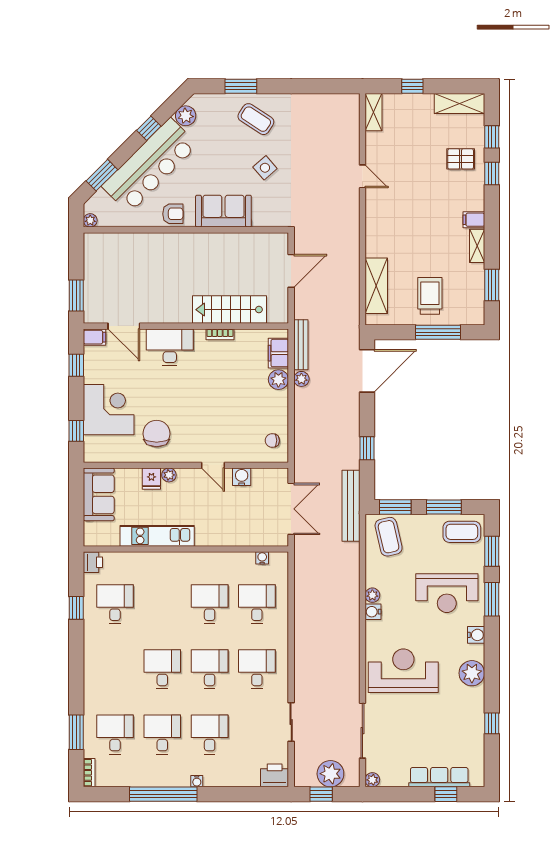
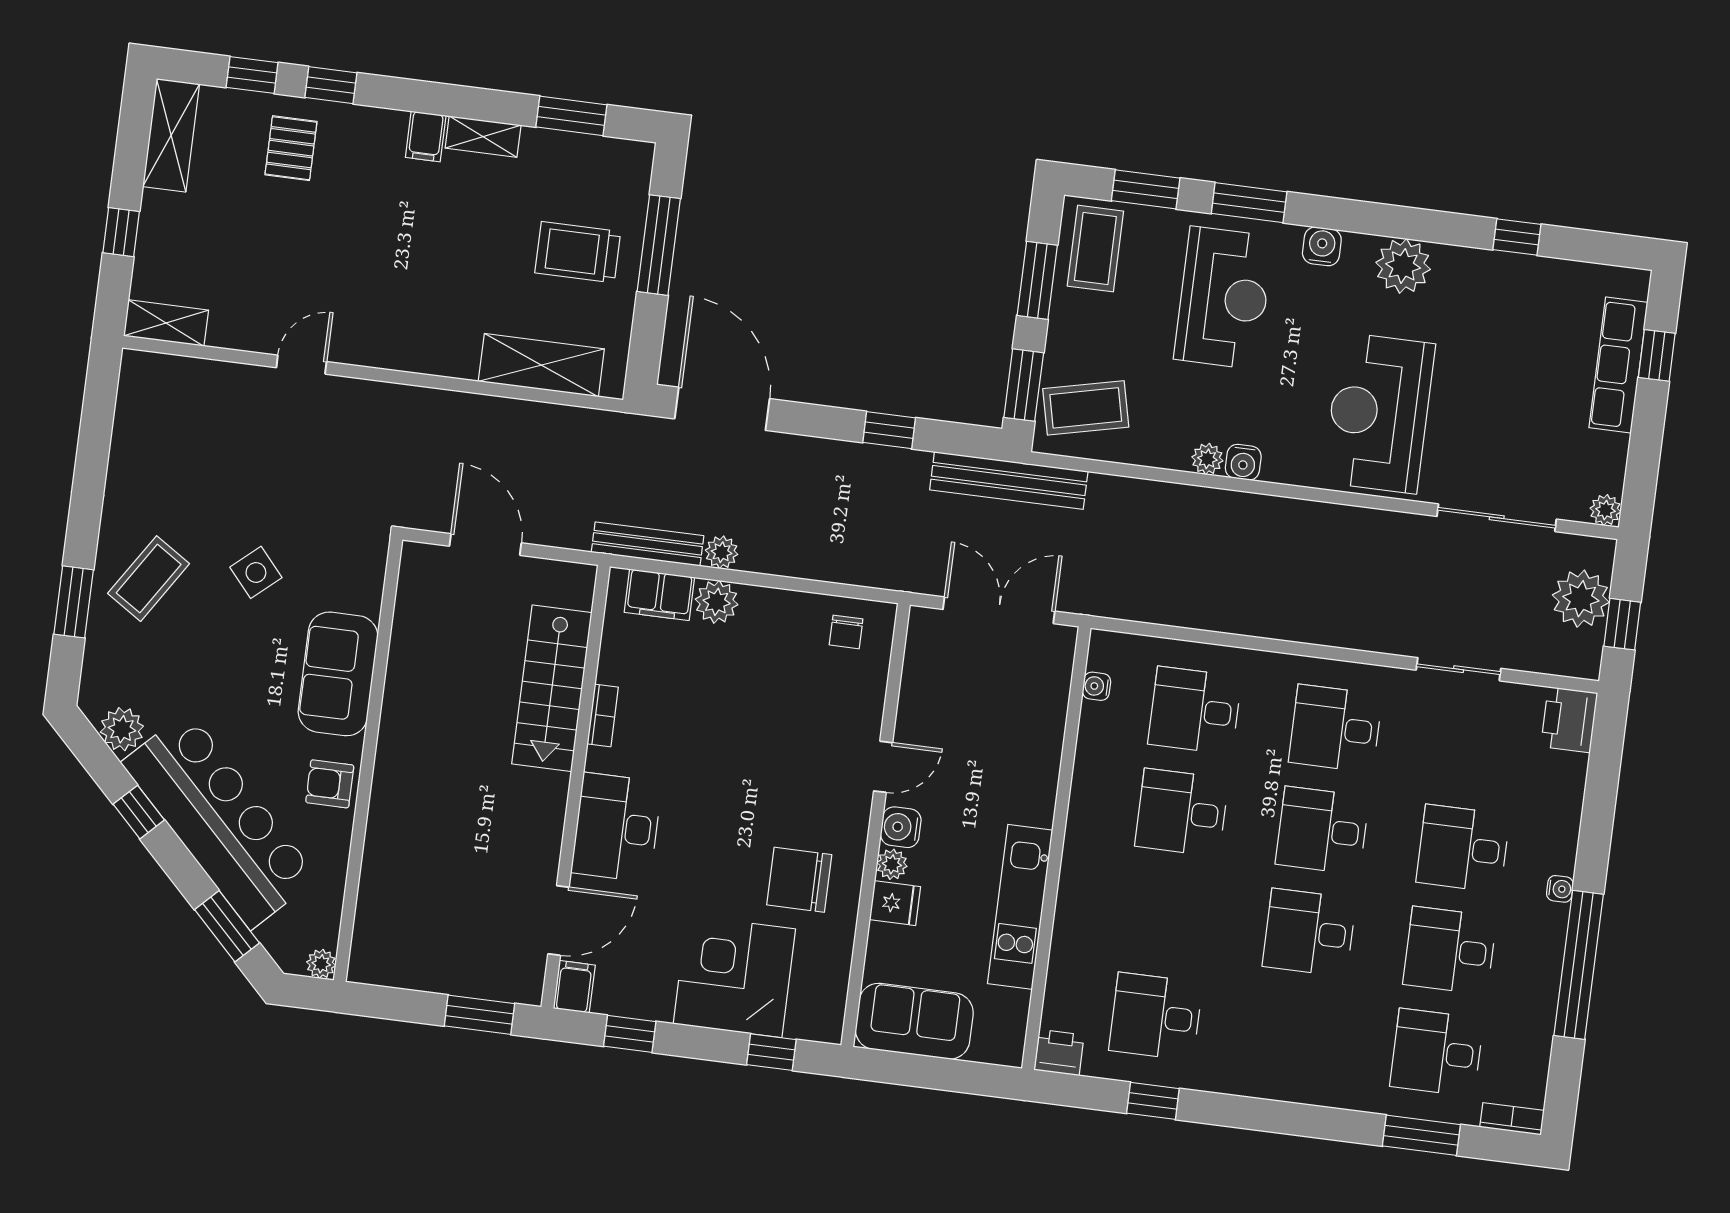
armchair: (173, 214) -> (330, 784), turned -90
water cooler: (242, 477) -> (901, 827), moved

